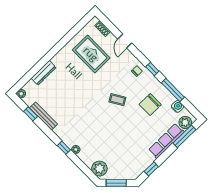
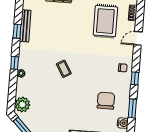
window: (173, 90) -> (132, 108), width x0.69
coffee table: (117, 100) -> (64, 69), moved
chair: (150, 104) -> (106, 101), turned 90
window: (31, 114) -> (17, 31), moved

